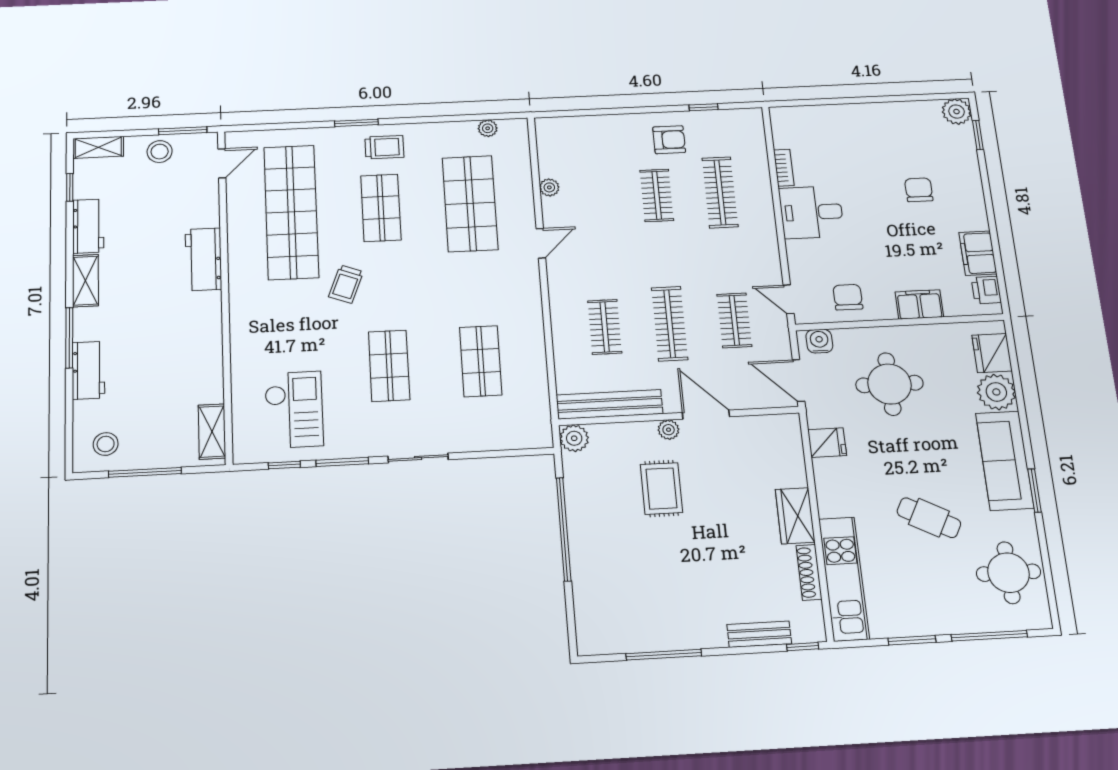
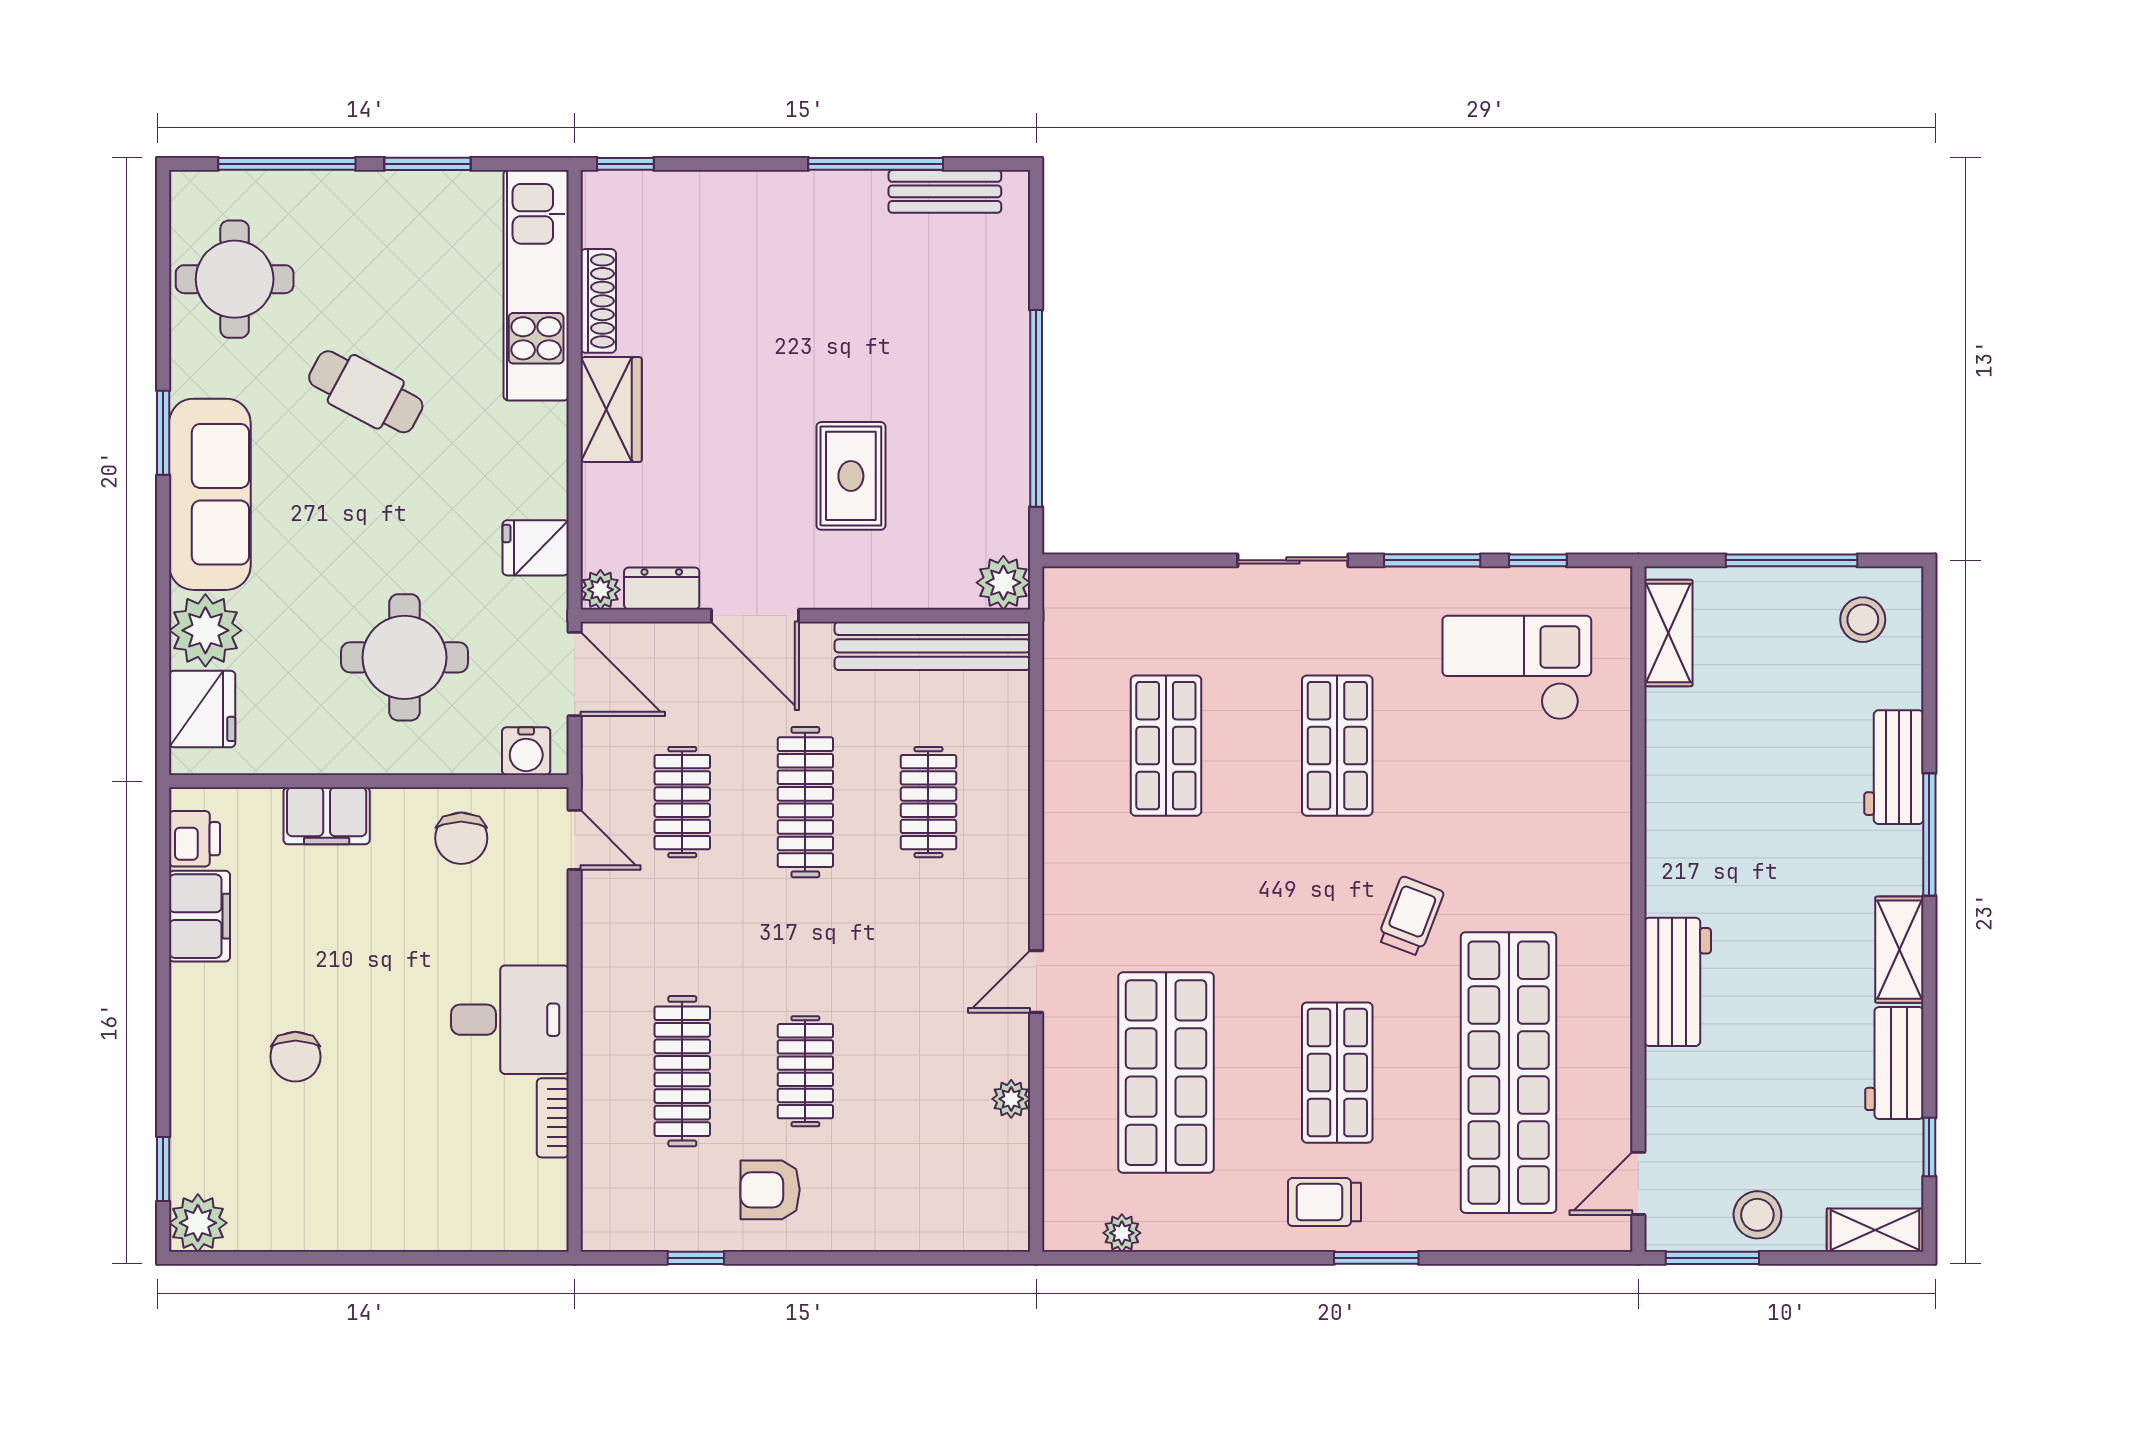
checkout: (294, 410) -> (1517, 668), turned 90
dresser: (757, 426) -> (662, 588), added
plant: (669, 430) -> (600, 590), moved
bench: (759, 634) -> (945, 191), moved

